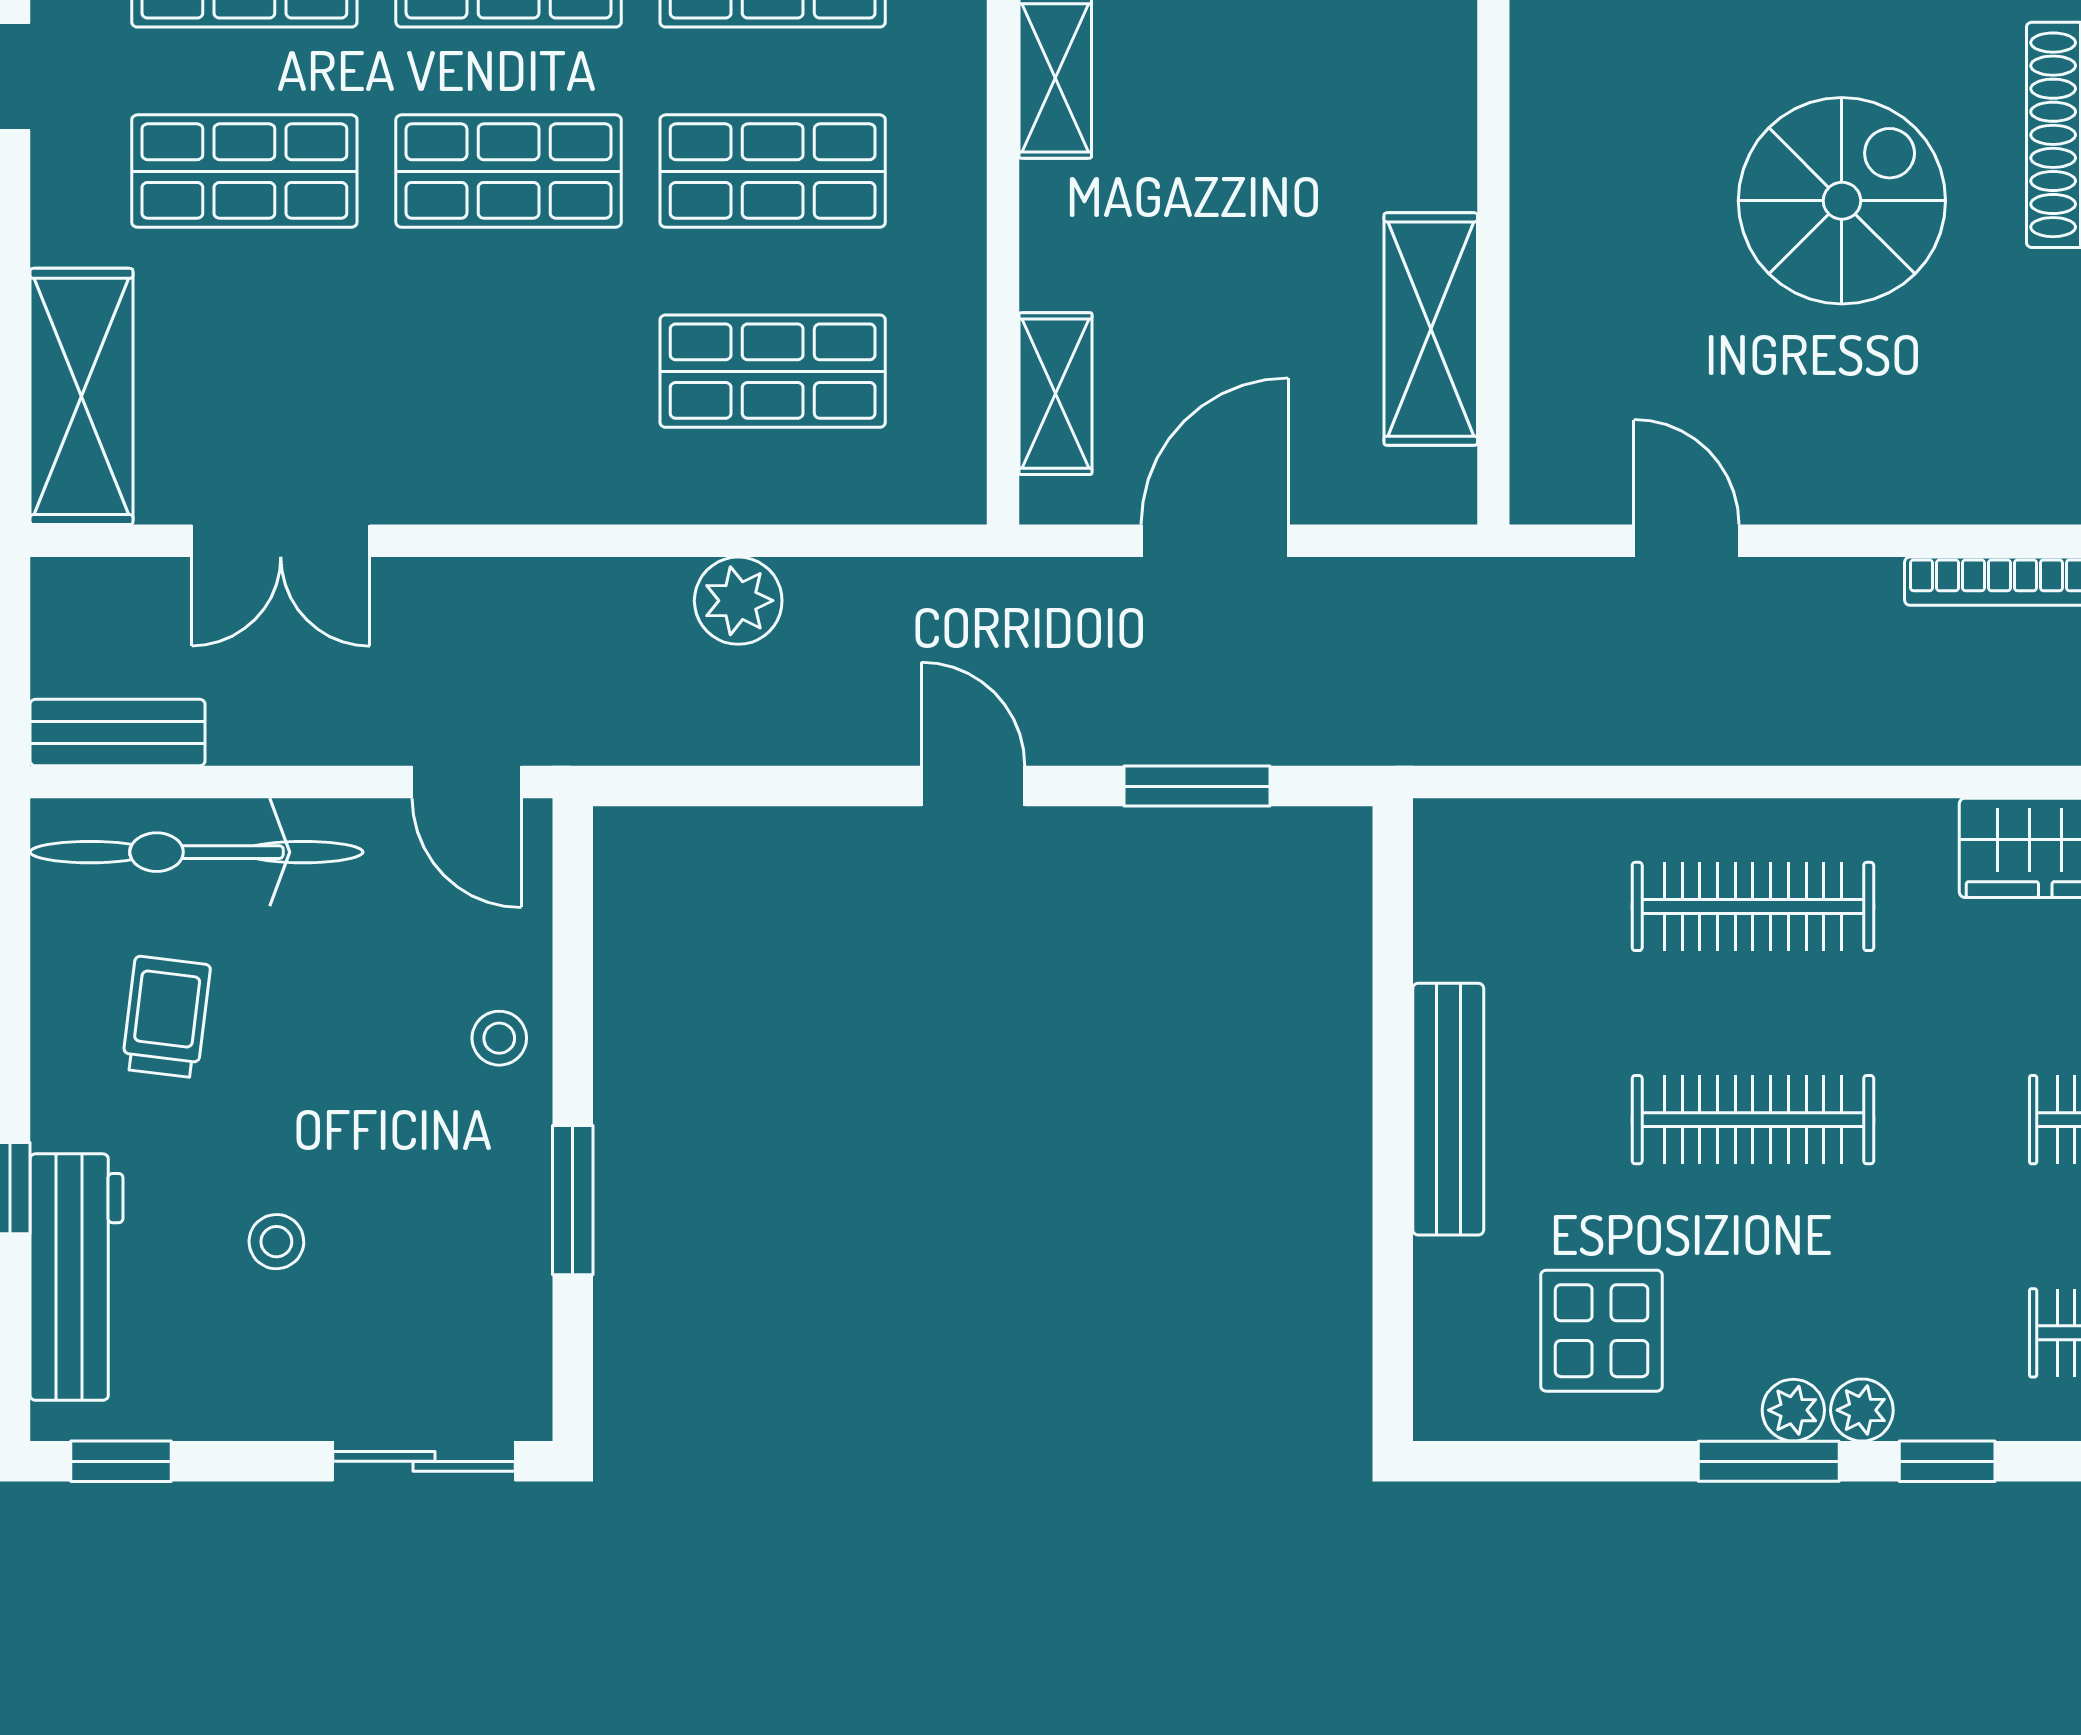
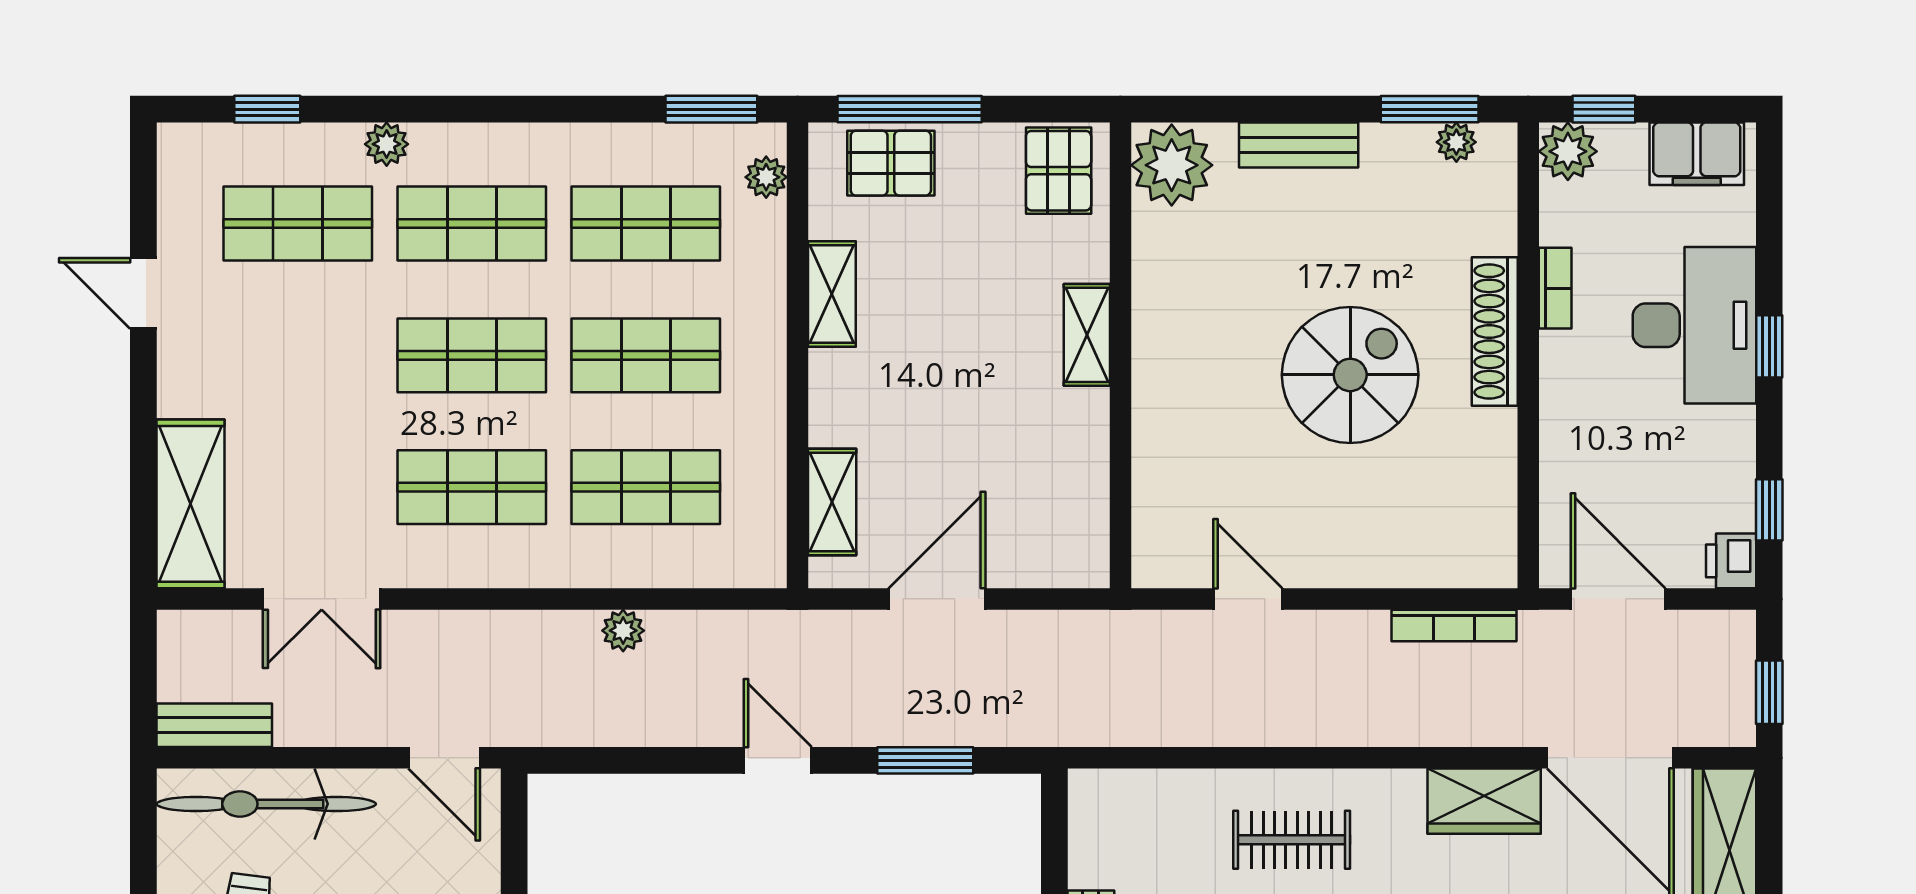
shop shelf: (244, 171) -> (472, 487), moved
shelving: (1431, 329) -> (1087, 335), moved, width x0.67, depth x0.75
plant: (738, 601) -> (623, 631), width x0.73, depth x0.73
clothes rail: (1753, 906) -> (1292, 840), width x0.73

